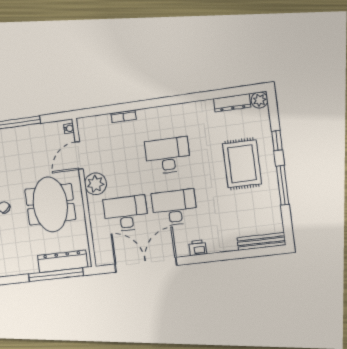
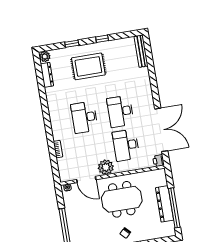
window: (283, 185) -> (102, 39), width x0.46
printer: (198, 248) -> (159, 161), moved
dresser: (63, 261) -> (165, 204), moved
double door: (146, 265) -> (161, 130), swing flipped
window: (56, 275) -> (174, 208), moved

